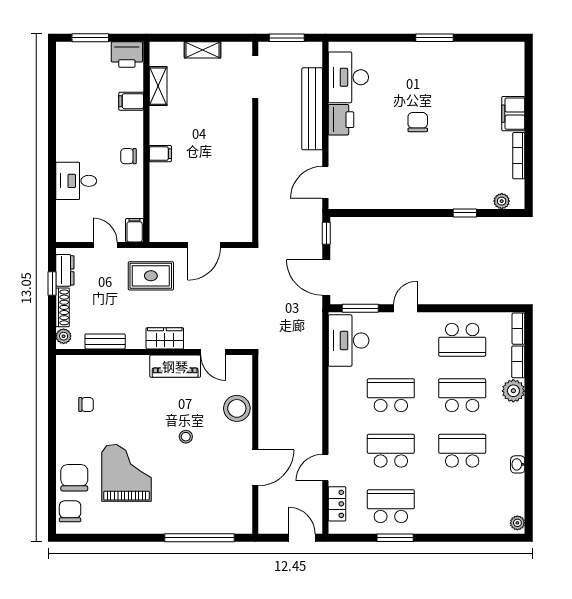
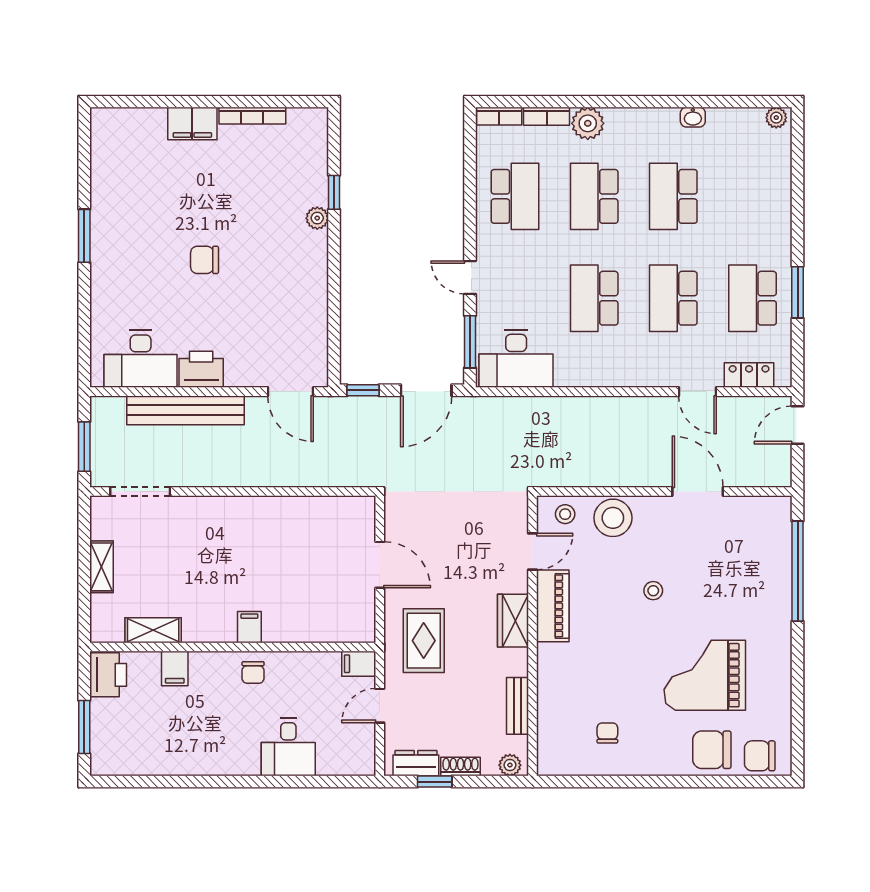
plant: (502, 201) -> (317, 218), moved
shoe rack: (63, 307) -> (460, 766), width x0.70
stool: (239, 375) -> (565, 514), added

